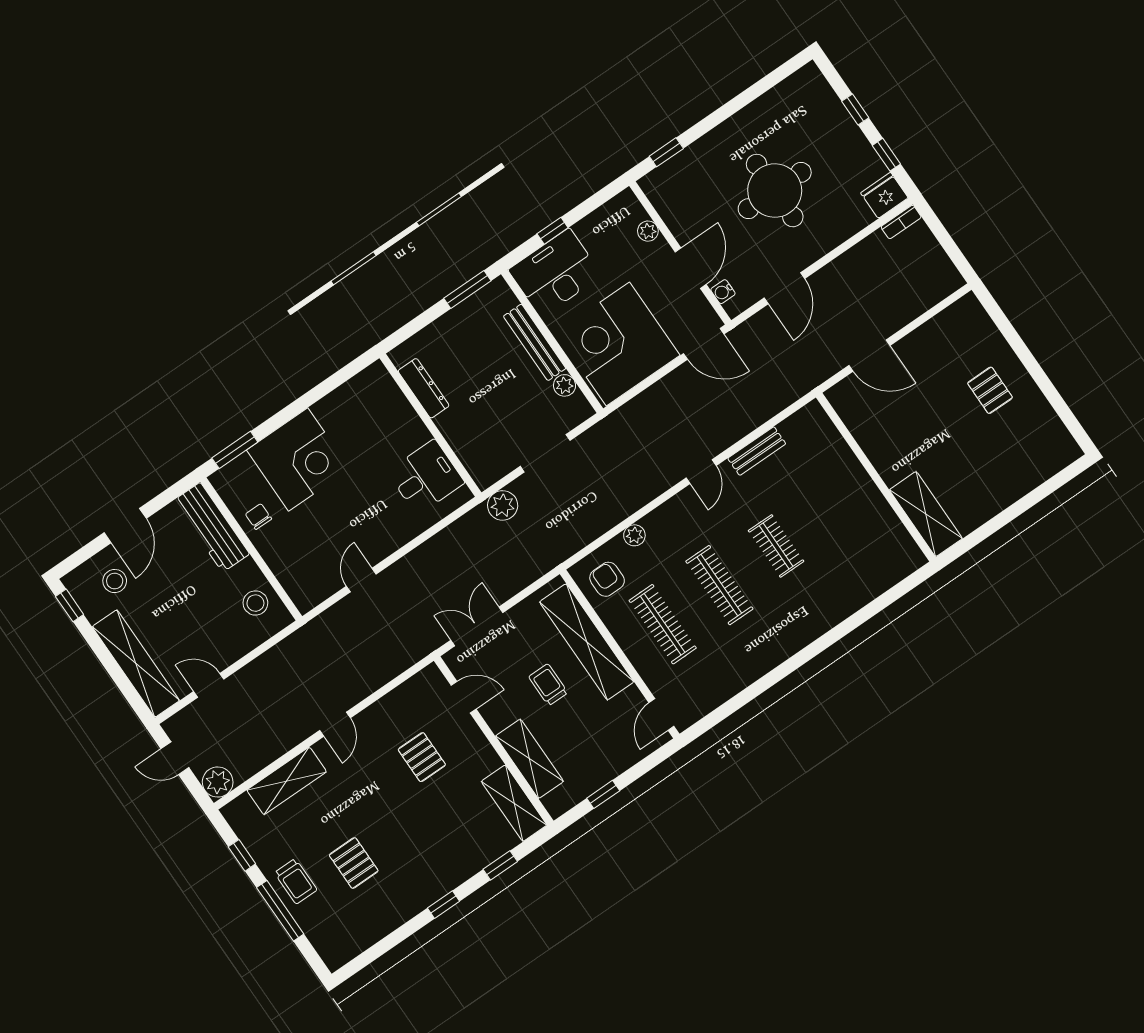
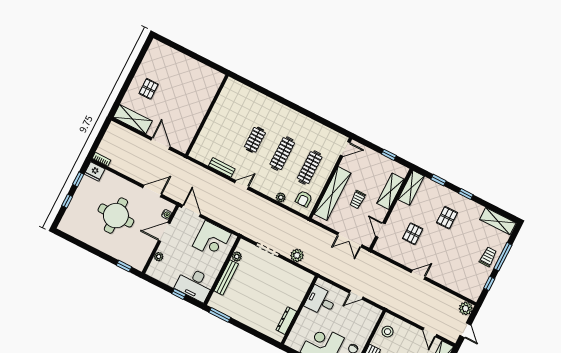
corner desk: (618, 344) -> (212, 240), width x0.74, depth x0.74
dresser: (424, 388) -> (286, 321), moved
wall: (430, 425) -> (299, 310), moved
desk: (426, 477) -> (321, 301), moved
shelving: (926, 514) -> (133, 119), moved, turned 90
shelving: (287, 781) -> (498, 221), moved
pallet: (354, 863) -> (447, 218), moved

